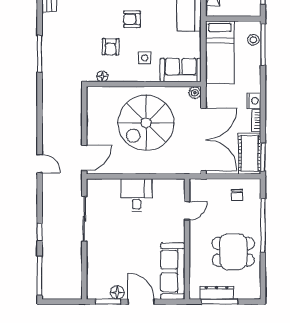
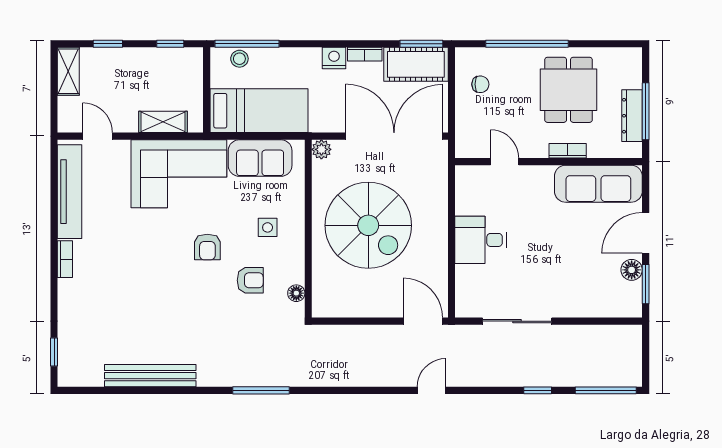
sofa: (181, 70) -> (260, 158), moved, turned -90
bookcase: (194, 251) -> (568, 151), added

